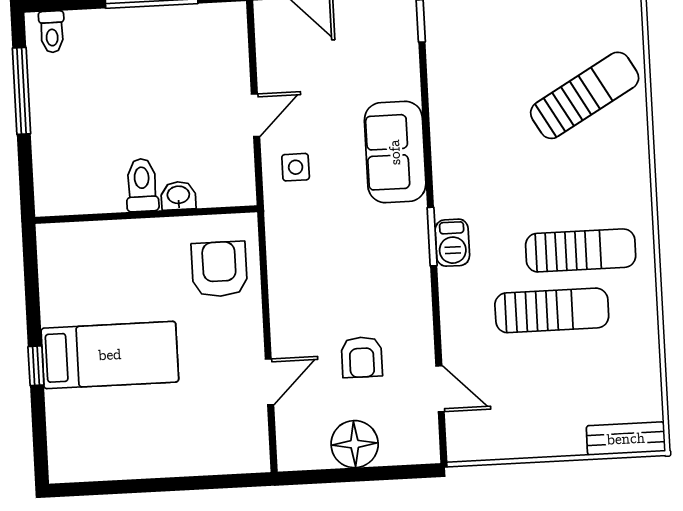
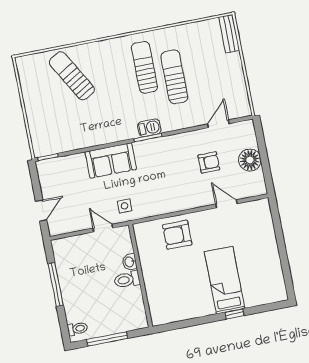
toilet: (142, 185) -> (127, 280), moved
washbasin: (178, 196) -> (130, 262), moved
wall: (146, 215) -> (141, 276), moved

